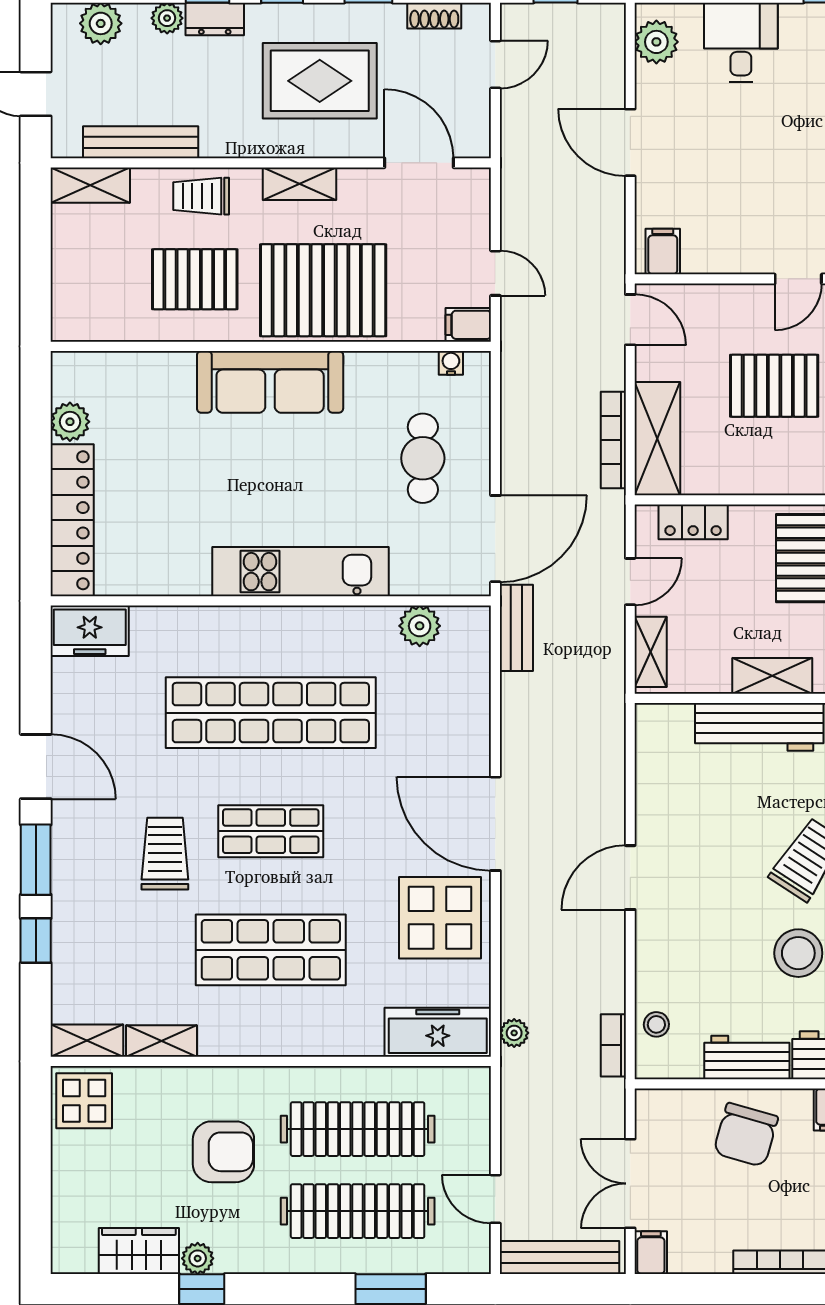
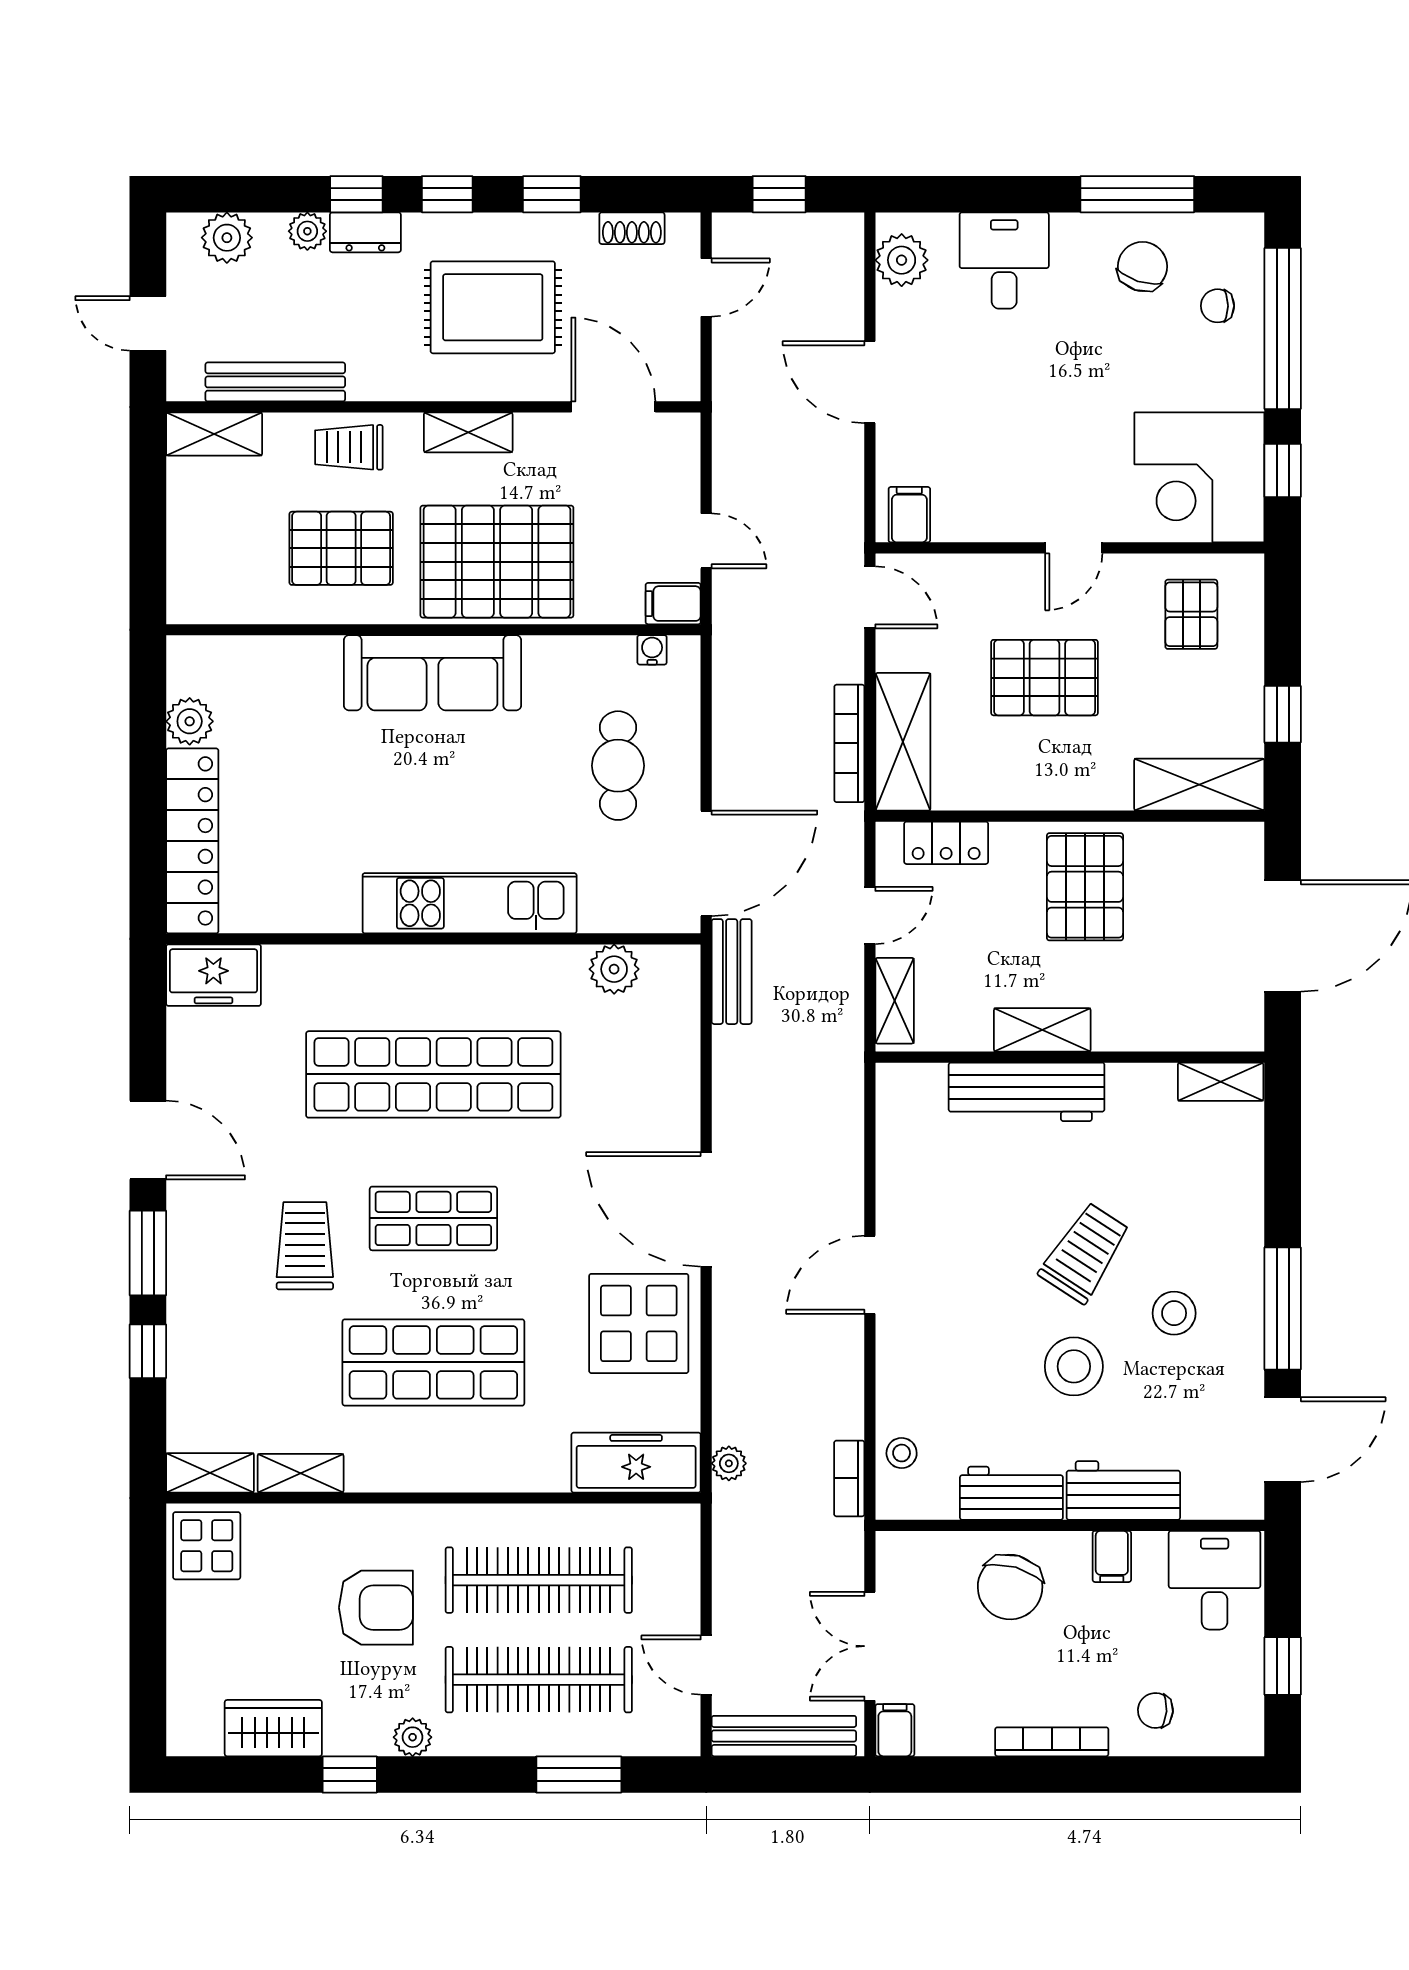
plant: (198, 1258) -> (413, 1737), moved

